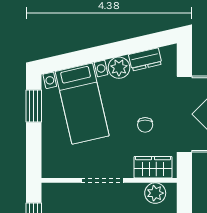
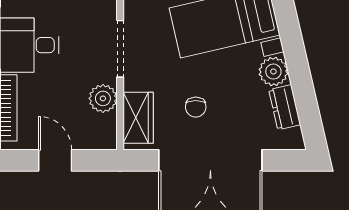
chair: (145, 125) -> (196, 107), turned -90
plant: (155, 193) -> (103, 98), moved

